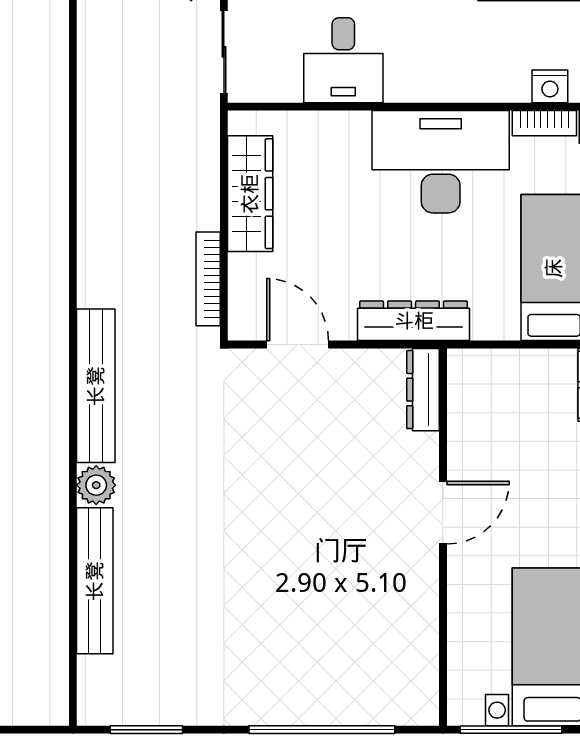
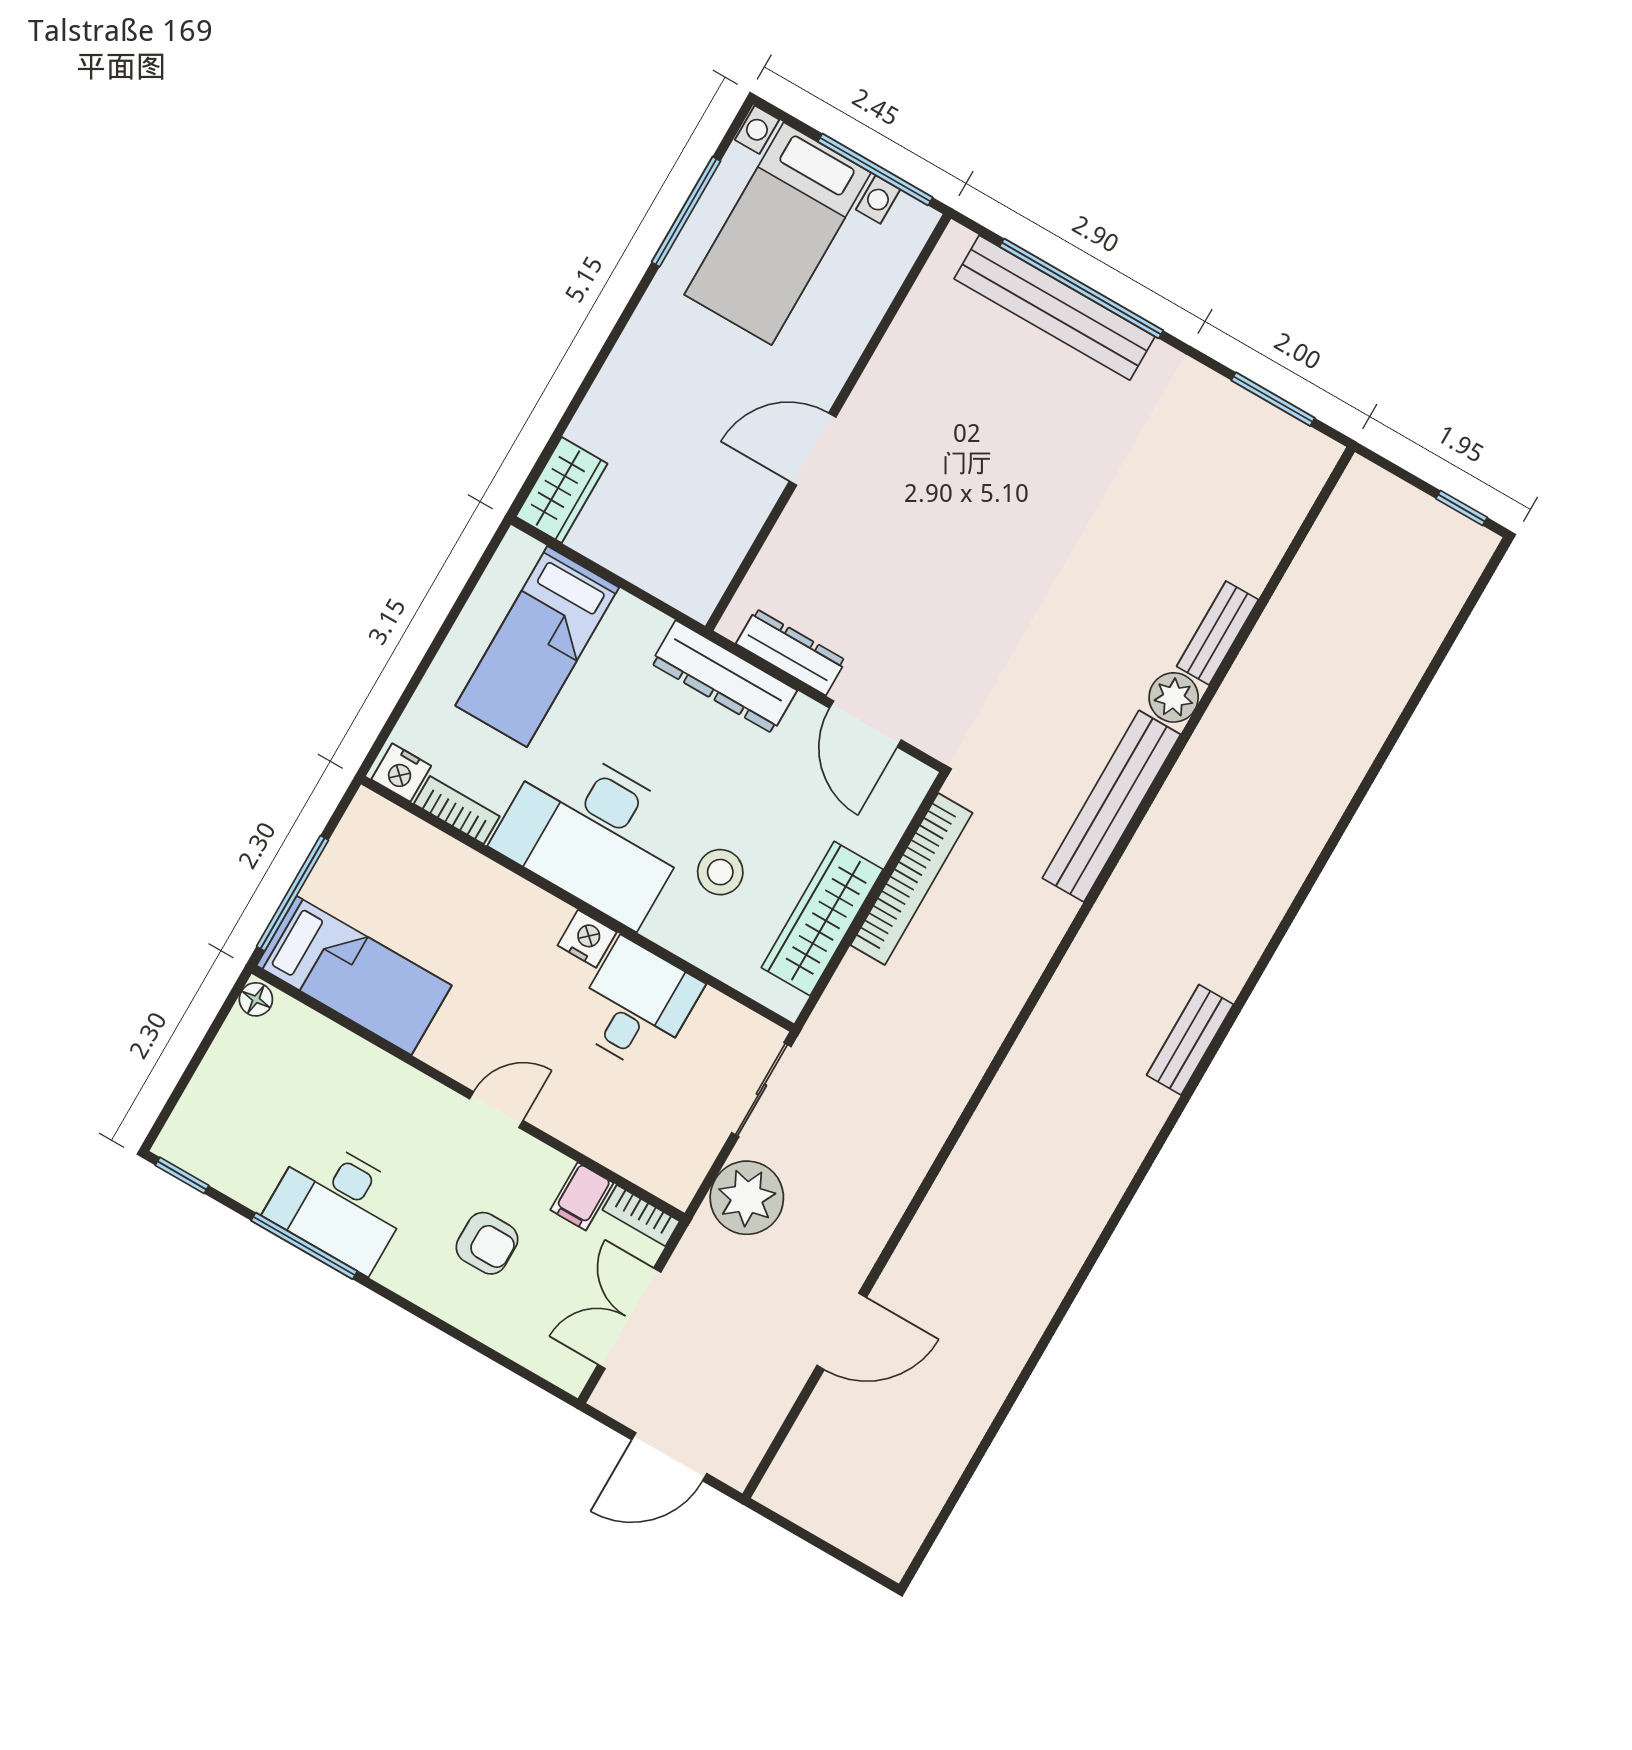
nightstand: (550, 86) -> (587, 939), moved
stool: (339, 185) -> (720, 872), added
bookcase: (208, 279) -> (912, 879), width x1.48, depth x1.31
dresser: (423, 390) -> (791, 652), moved, turned -90
bench: (95, 581) -> (1218, 633), width x0.54, depth x0.82
bench: (333, 706) -> (1055, 308), added

